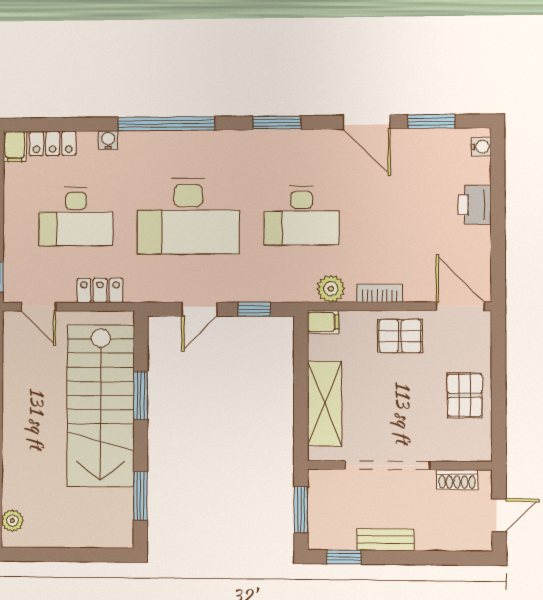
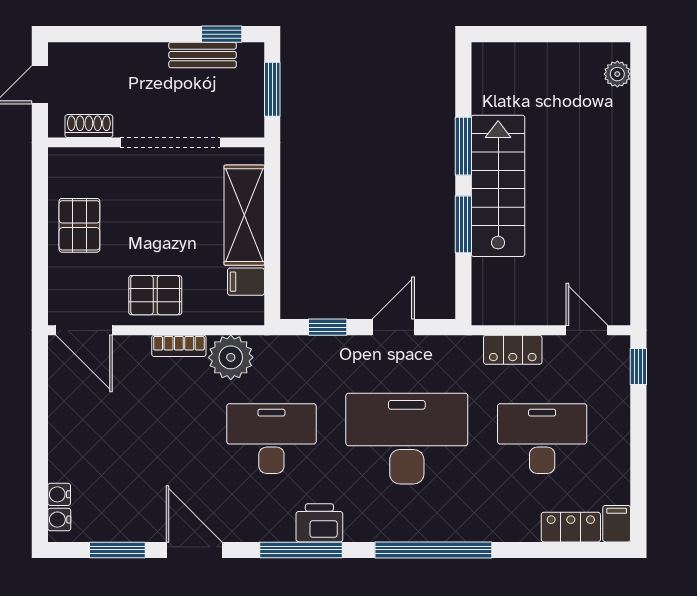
window: (277, 123) -> (301, 550), width x1.44
water cooler: (108, 140) -> (59, 494), moved, turned 90
printer: (475, 205) -> (319, 523), moved, turned -90
plant: (331, 289) -> (231, 357), width x1.36, depth x1.36
filing cabinet: (323, 322) -> (246, 282), moved
stairs: (101, 406) -> (498, 186), width x0.73, depth x0.66
window: (140, 496) -> (463, 146), moved
bench: (385, 540) -> (203, 55), moved

